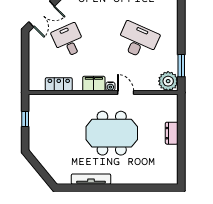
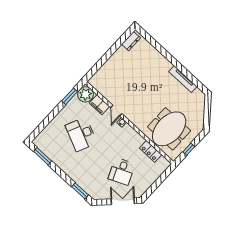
filing cabinet: (94, 84) -> (99, 105), moved
meeting table: (112, 133) -> (169, 129), moved, turned 90
dresser: (172, 133) -> (131, 41), moved

